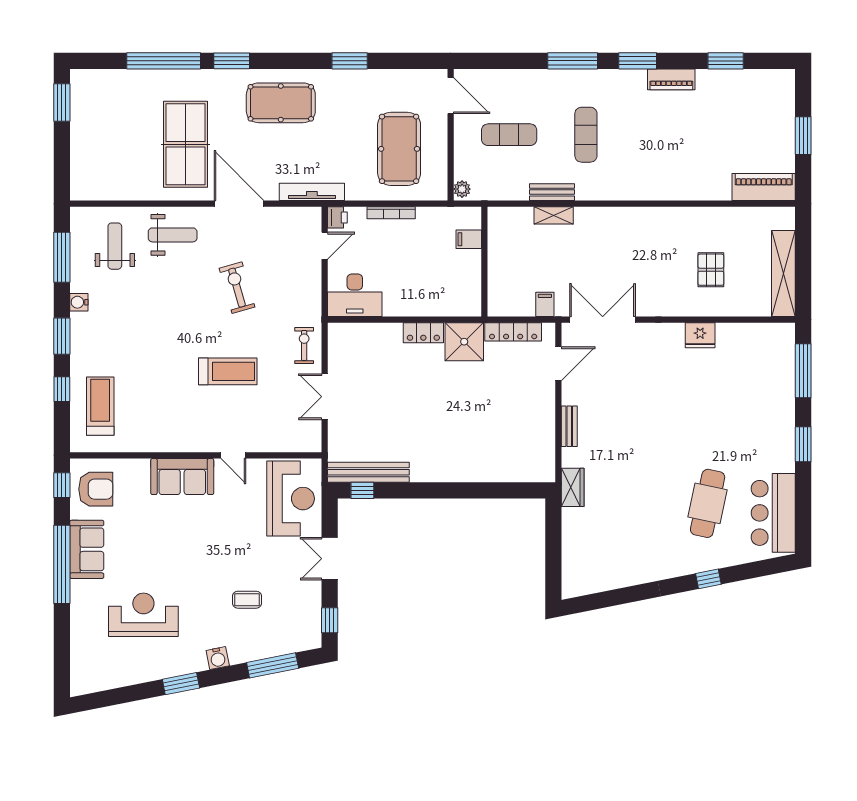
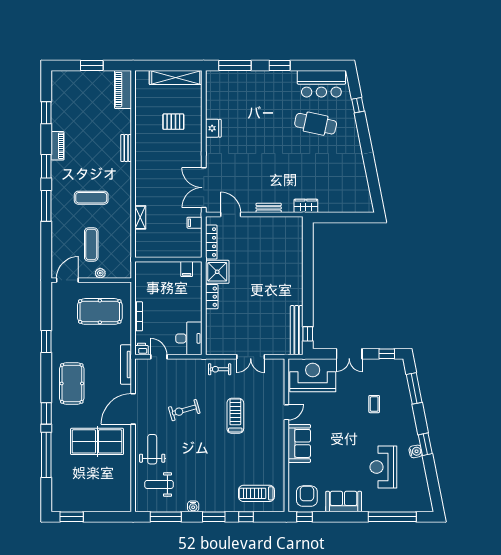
plant: (462, 189) -> (100, 273), moved
bench: (552, 192) -> (126, 148), moved
filing cabinet: (469, 239) -> (187, 269), moved
window: (62, 564) -> (392, 517), moved
window: (708, 579) -> (358, 105), moved
water cooler: (218, 658) -> (416, 451), moved

